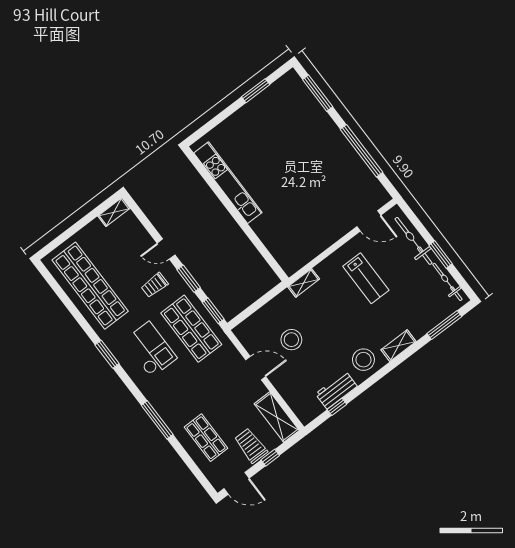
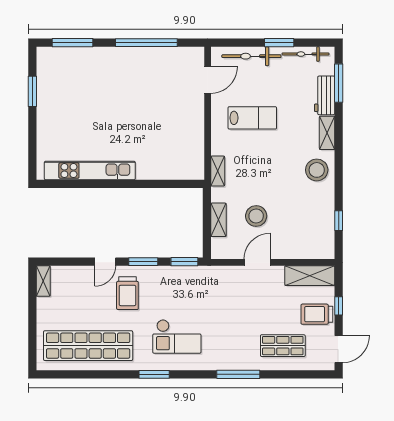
trolley: (155, 285) -> (127, 293), width x1.36, depth x1.39
shelving: (266, 313) -> (218, 220), added
shop shelf: (191, 329) -> (185, 290), removed
checkout: (150, 349) -> (177, 336), turned 180
workbench: (336, 390) -> (325, 95), moved

